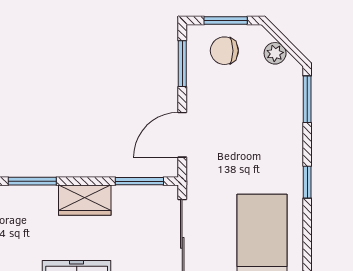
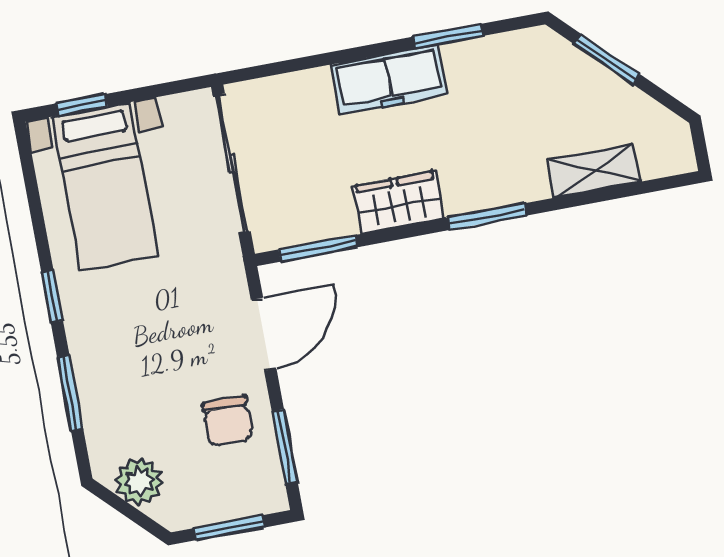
chair: (224, 51) -> (228, 421), moved, turned 90
plant: (275, 53) -> (139, 482), width x1.38, depth x1.38
window: (307, 99) -> (70, 393), moved

